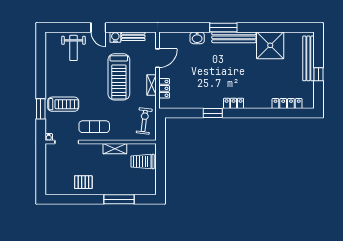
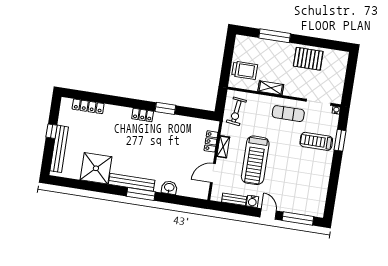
window: (69, 27) -> (298, 219), added
weight bench: (73, 48) -> (297, 197), removed
treadmill: (119, 77) -> (255, 160), turned 180
pallet: (83, 182) -> (308, 59), width x1.50, depth x1.42

